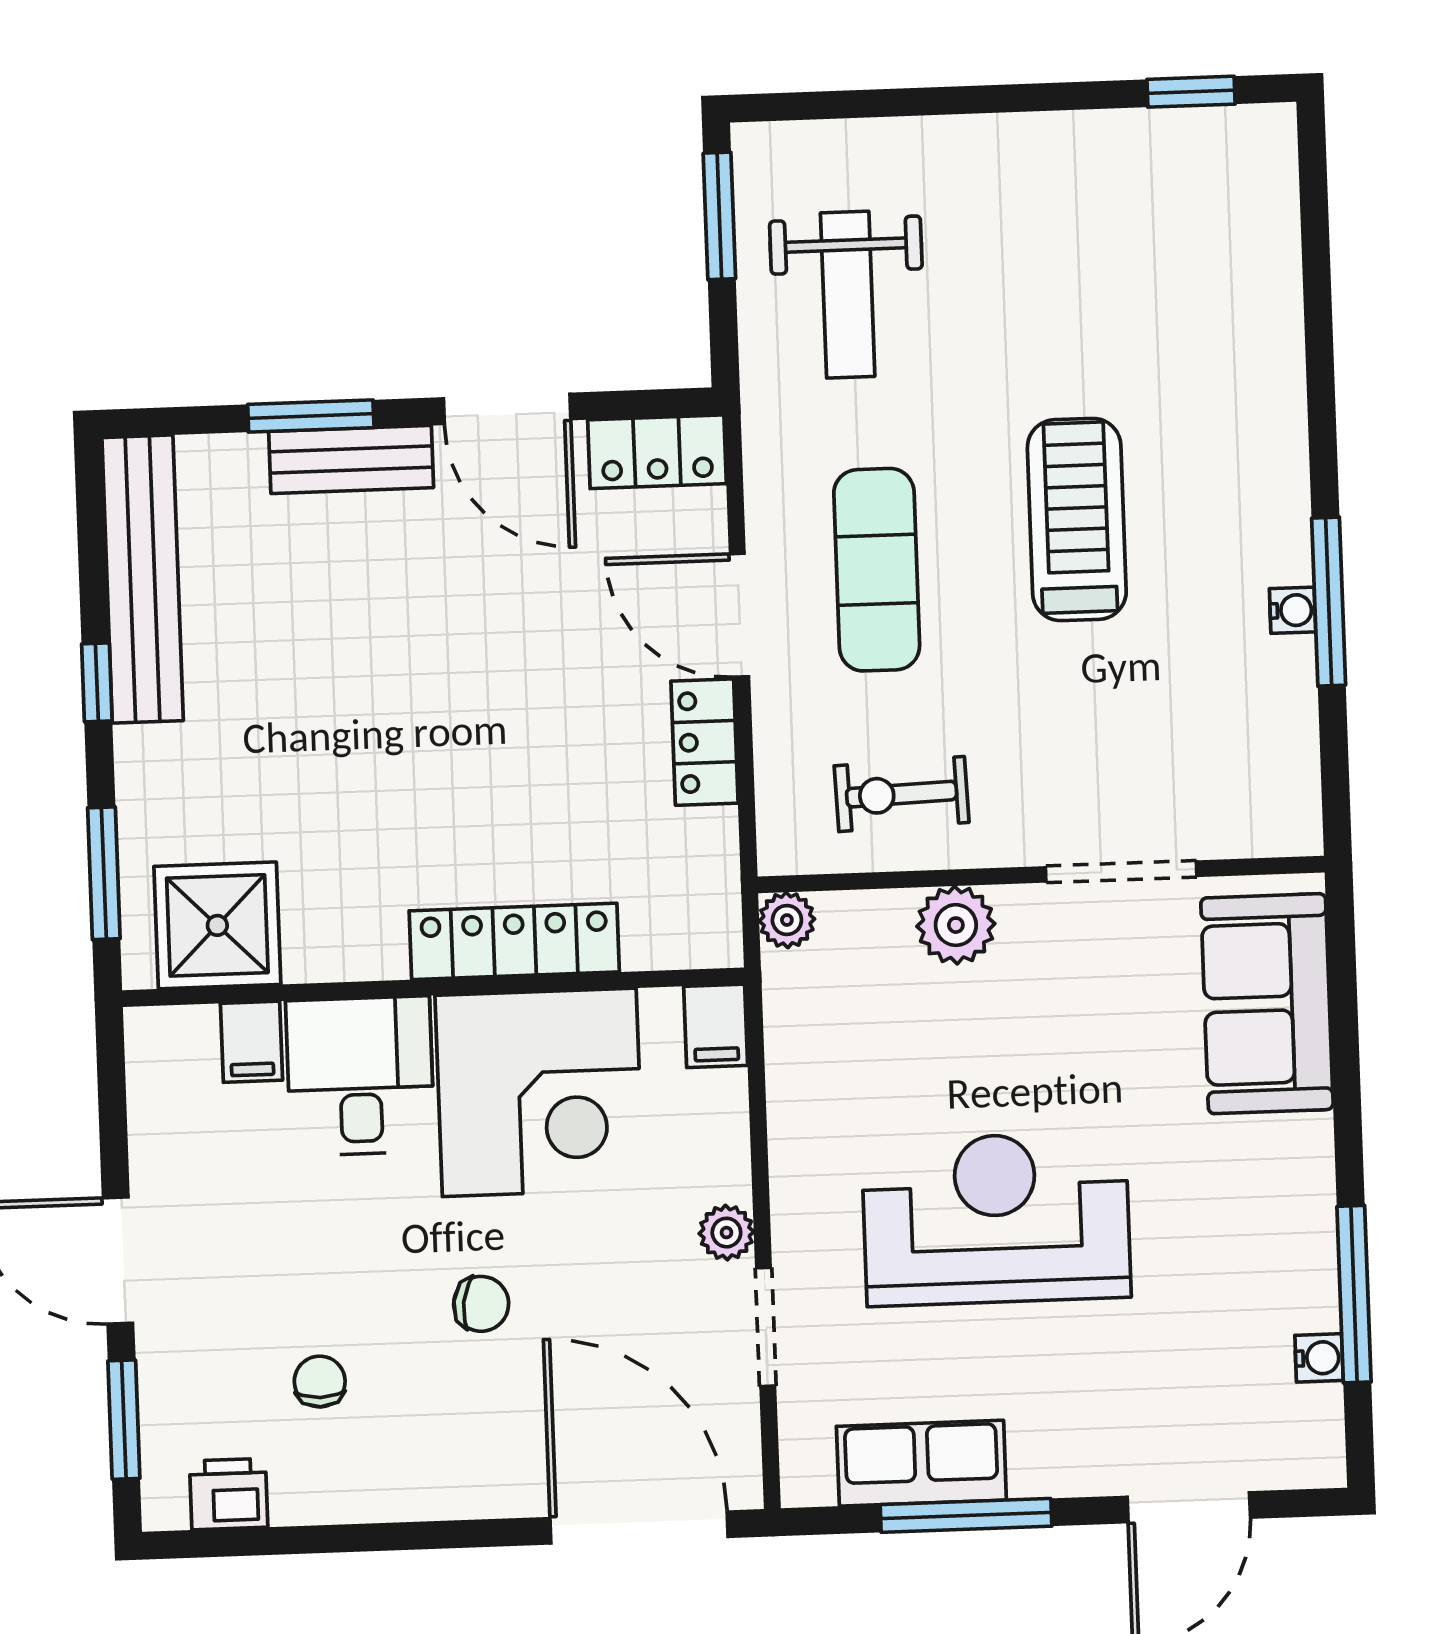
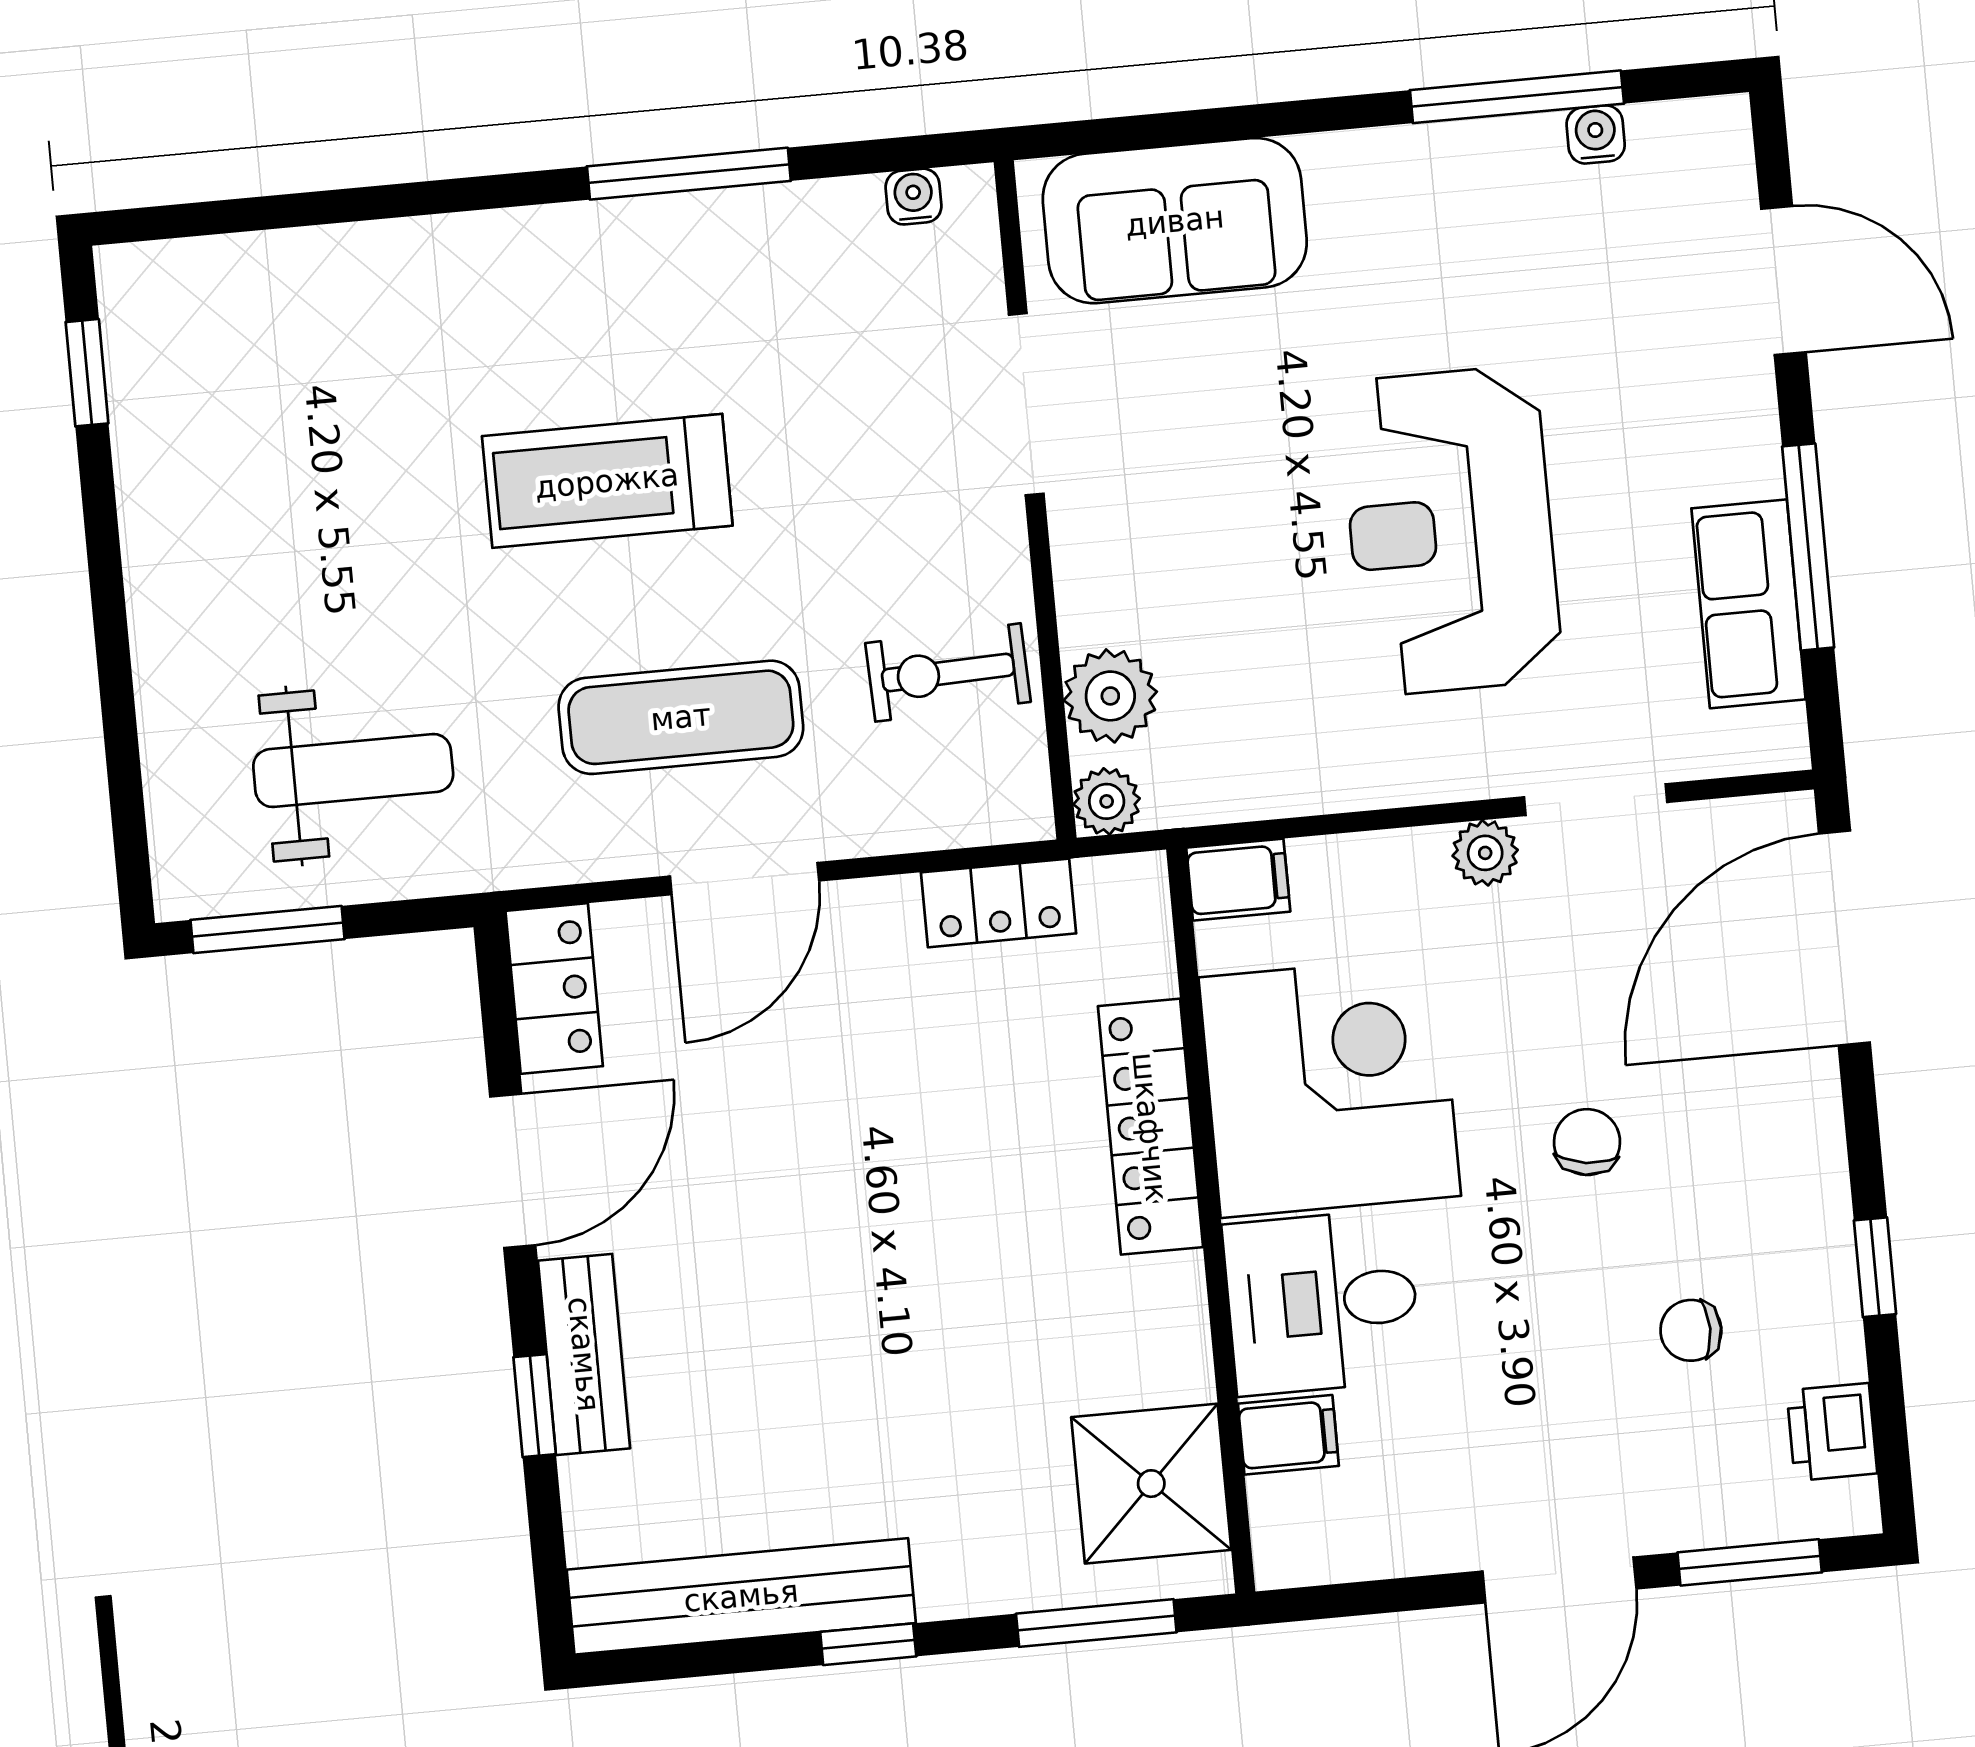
window: (311, 416) -> (535, 1406), width x0.67
water cooler: (1293, 610) -> (914, 197), moved
locker: (704, 742) -> (998, 903), moved
exercise bike: (902, 794) -> (948, 672), turned 90
plant: (956, 925) -> (1110, 696), moved
window: (364, 1538) -> (1875, 1267), added

